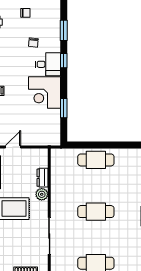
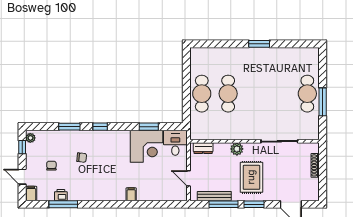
desk: (48, 64) -> (175, 143), moved
corner desk: (44, 93) -> (146, 146), moved
dresser: (43, 178) -> (203, 148), moved
cafe table: (96, 212) -> (228, 94), moved

